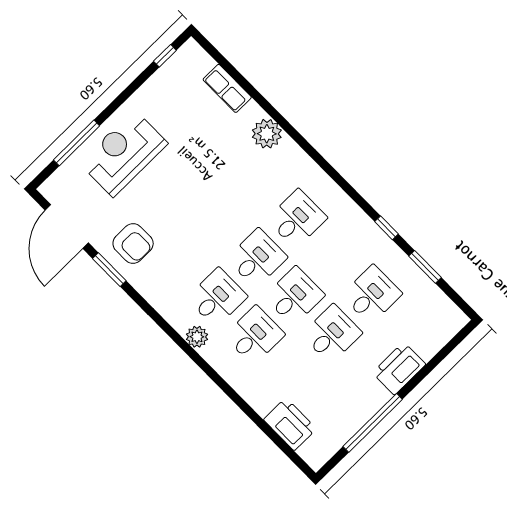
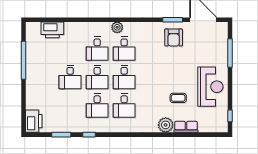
row of seats: (227, 88) -> (186, 127), moved
reception desk: (124, 153) -> (210, 87), moved
coffee table: (211, 153) -> (178, 98), added
armchair: (133, 244) -> (174, 38), turned -90
desk: (372, 295) -> (97, 106), moved
printer: (399, 369) -> (34, 121), moved

